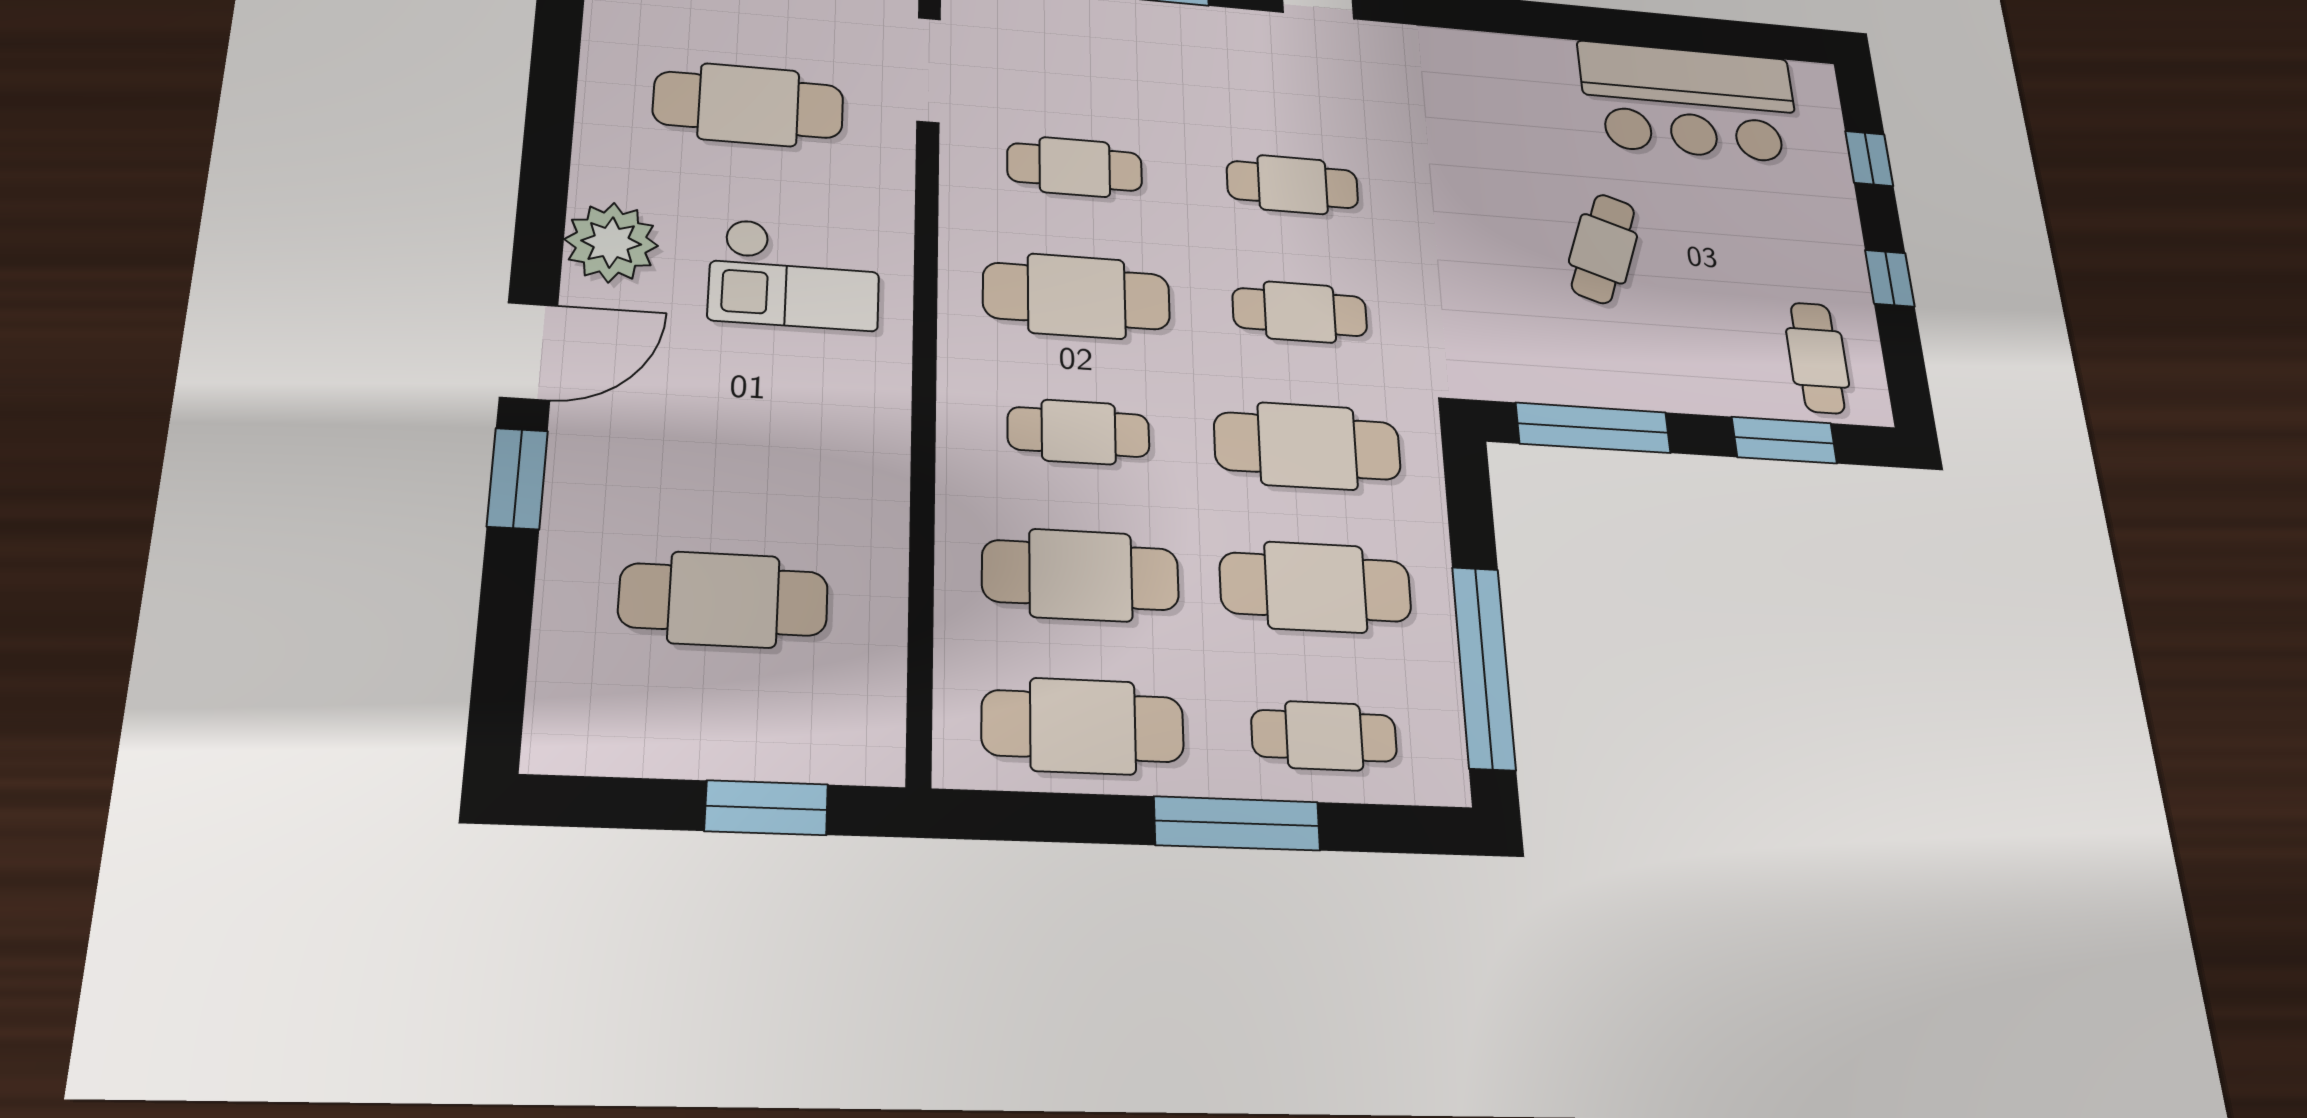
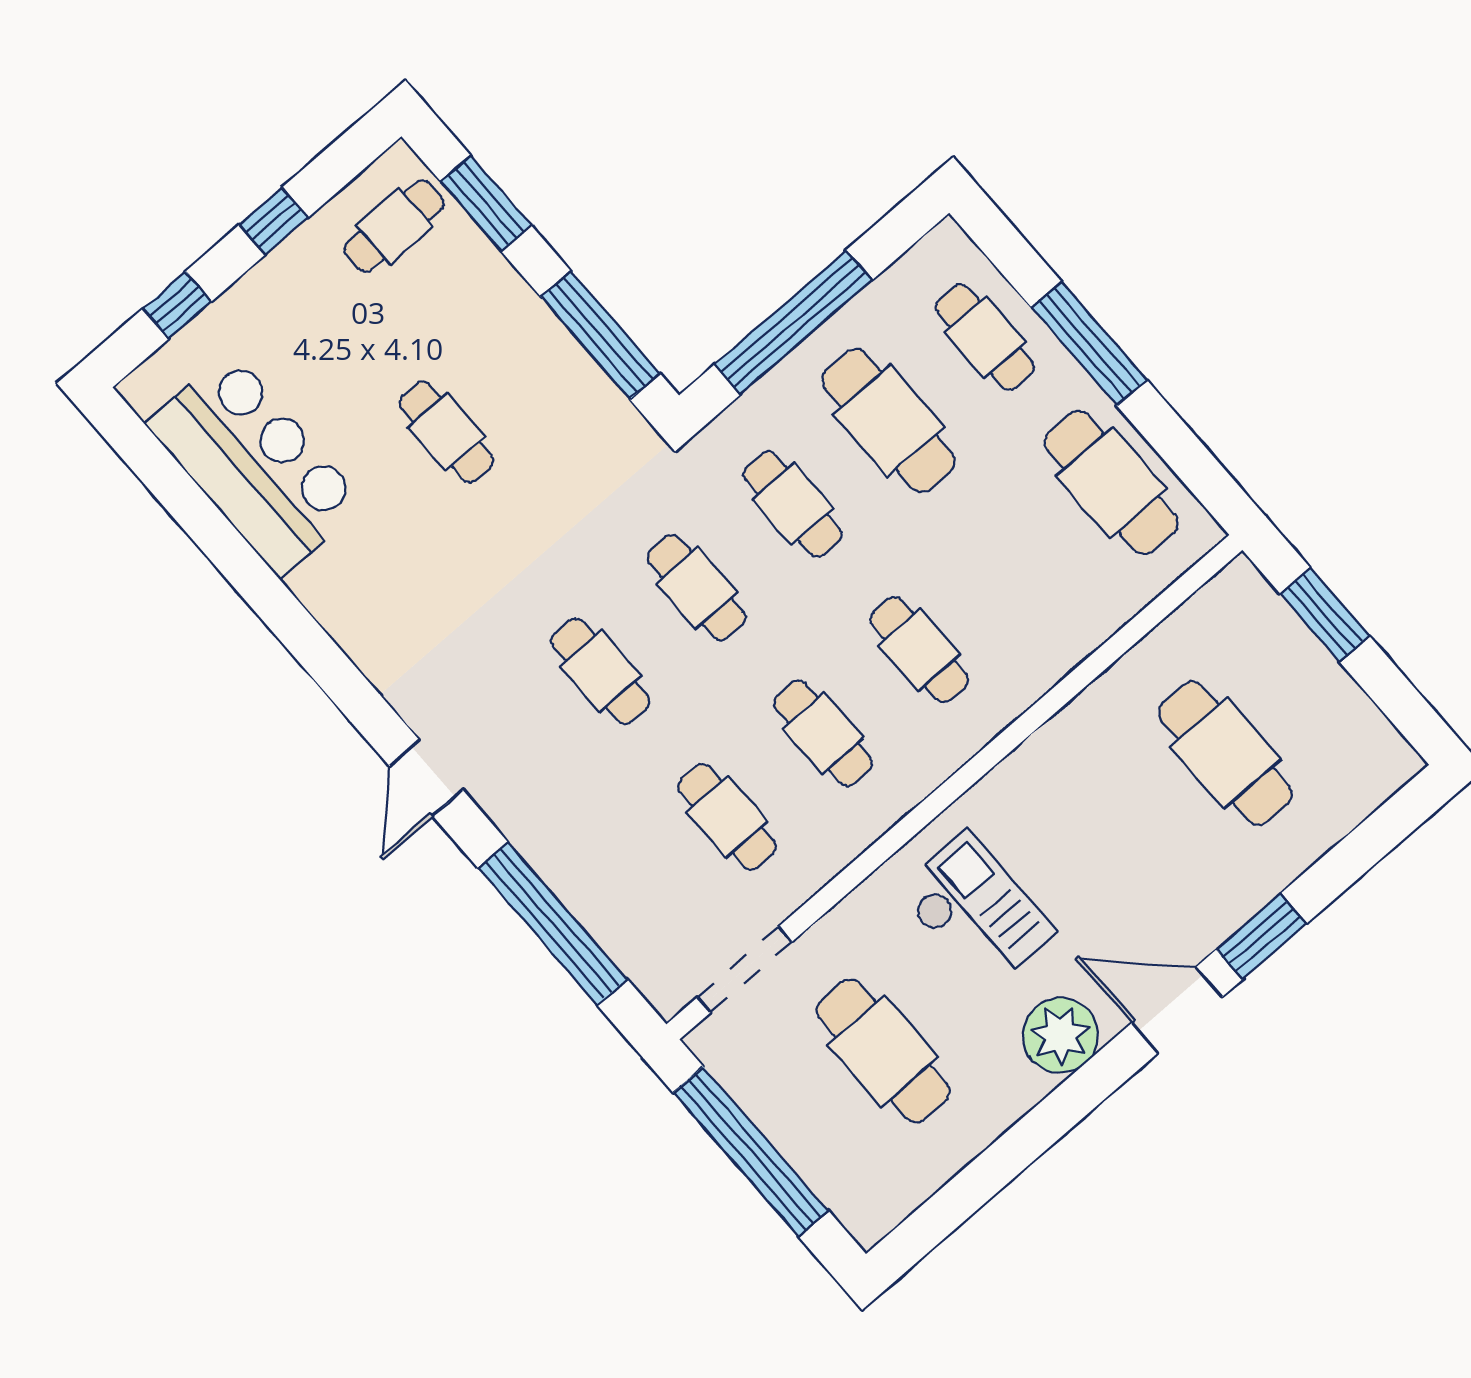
cafe table: (1603, 249) -> (447, 432), turned 71
cafe table: (1077, 296) -> (823, 733), width x0.73, depth x0.74
cafe table: (1307, 446) -> (793, 504), width x0.73, depth x0.74
cafe table: (1081, 575) -> (1015, 566), removed
window: (1484, 667) -> (793, 322), moved

